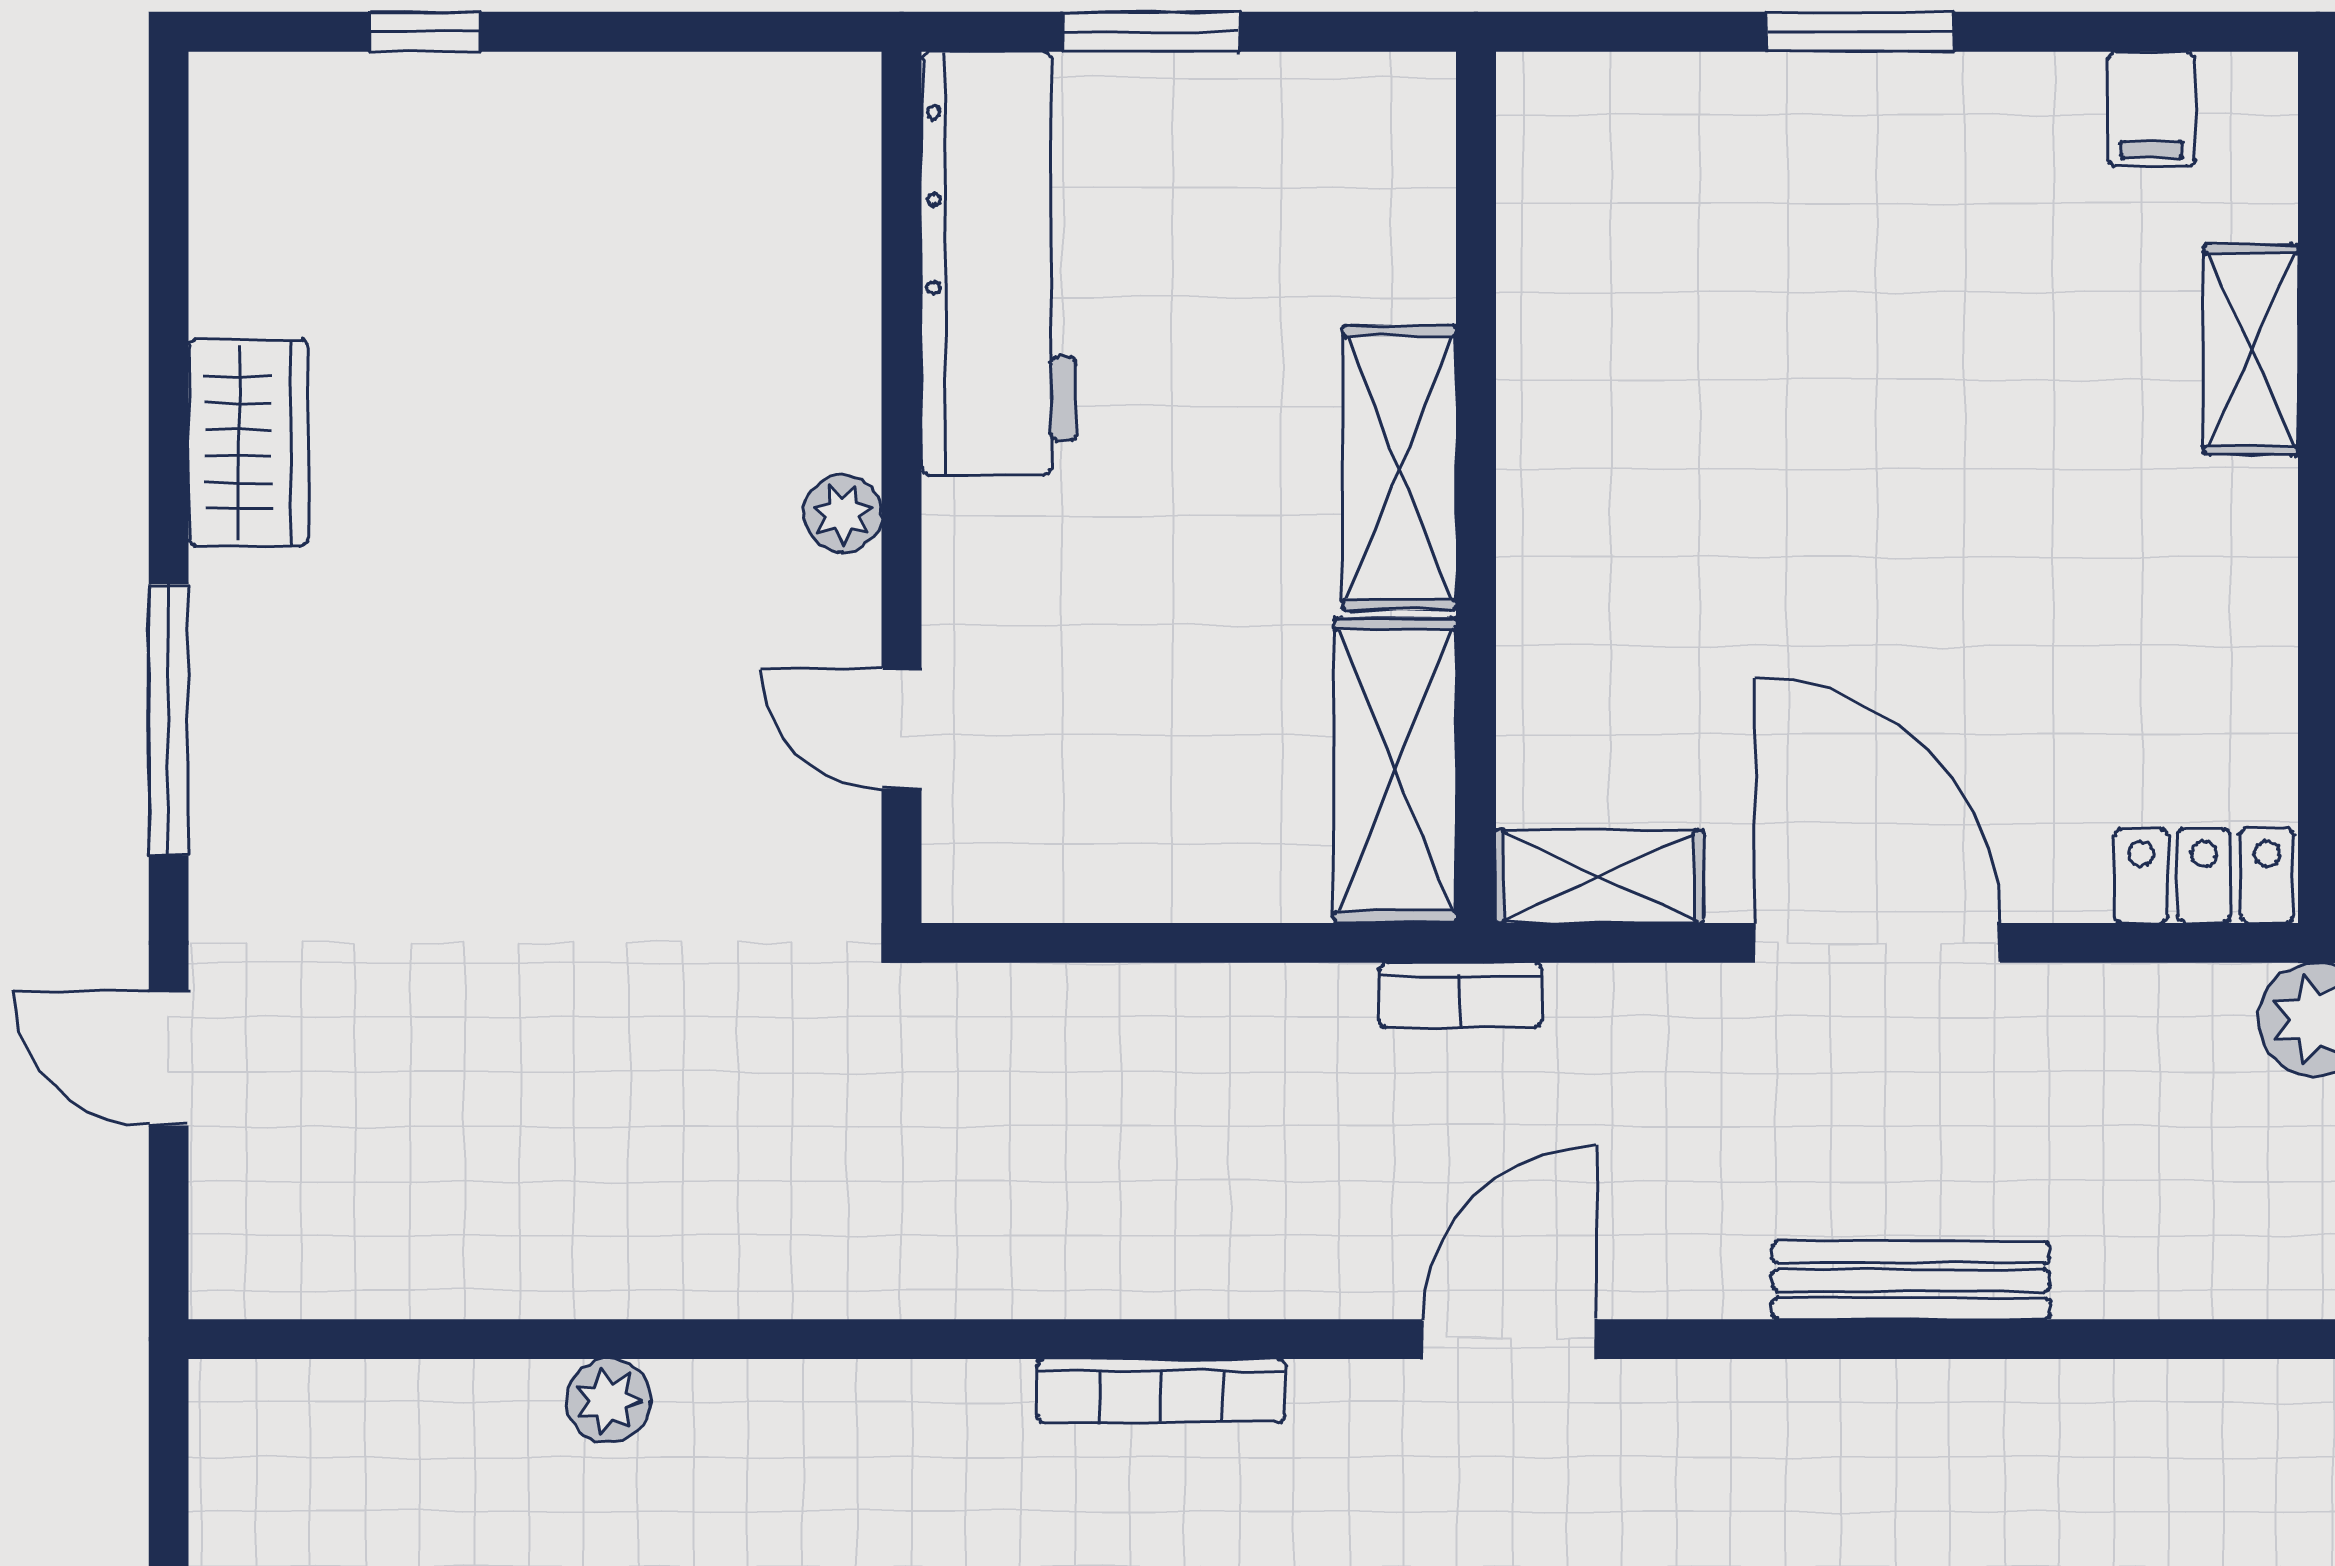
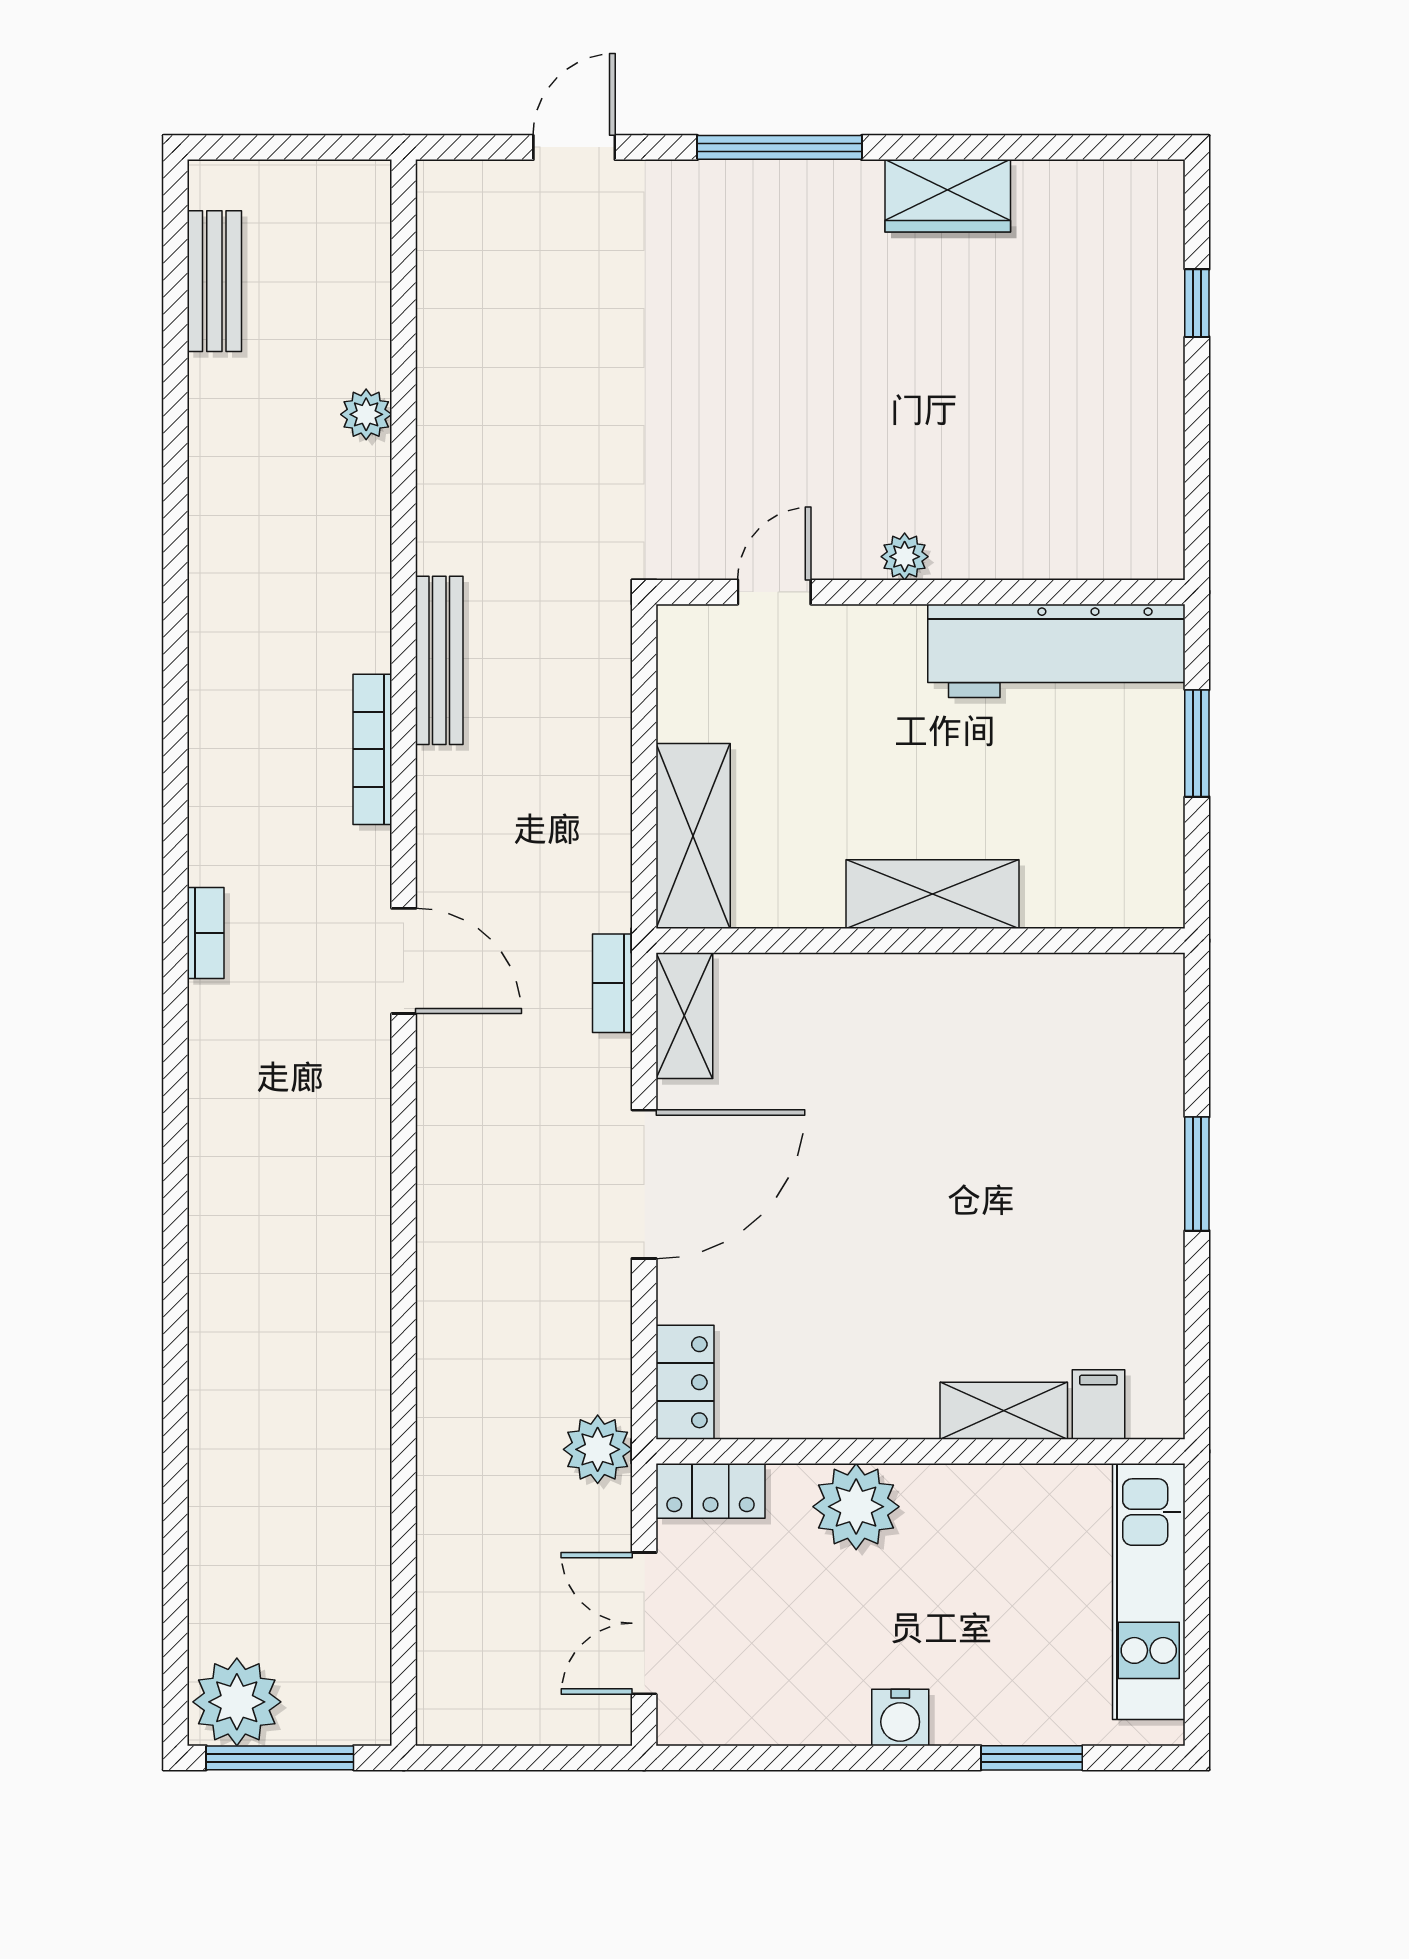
filing cabinet: (2151, 109) -> (1098, 1404), moved, turned 90
shelving: (1395, 770) -> (693, 836), moved, turned 90
bookcase: (1461, 995) -> (612, 983), moved
bench: (1911, 1280) -> (439, 660), moved

